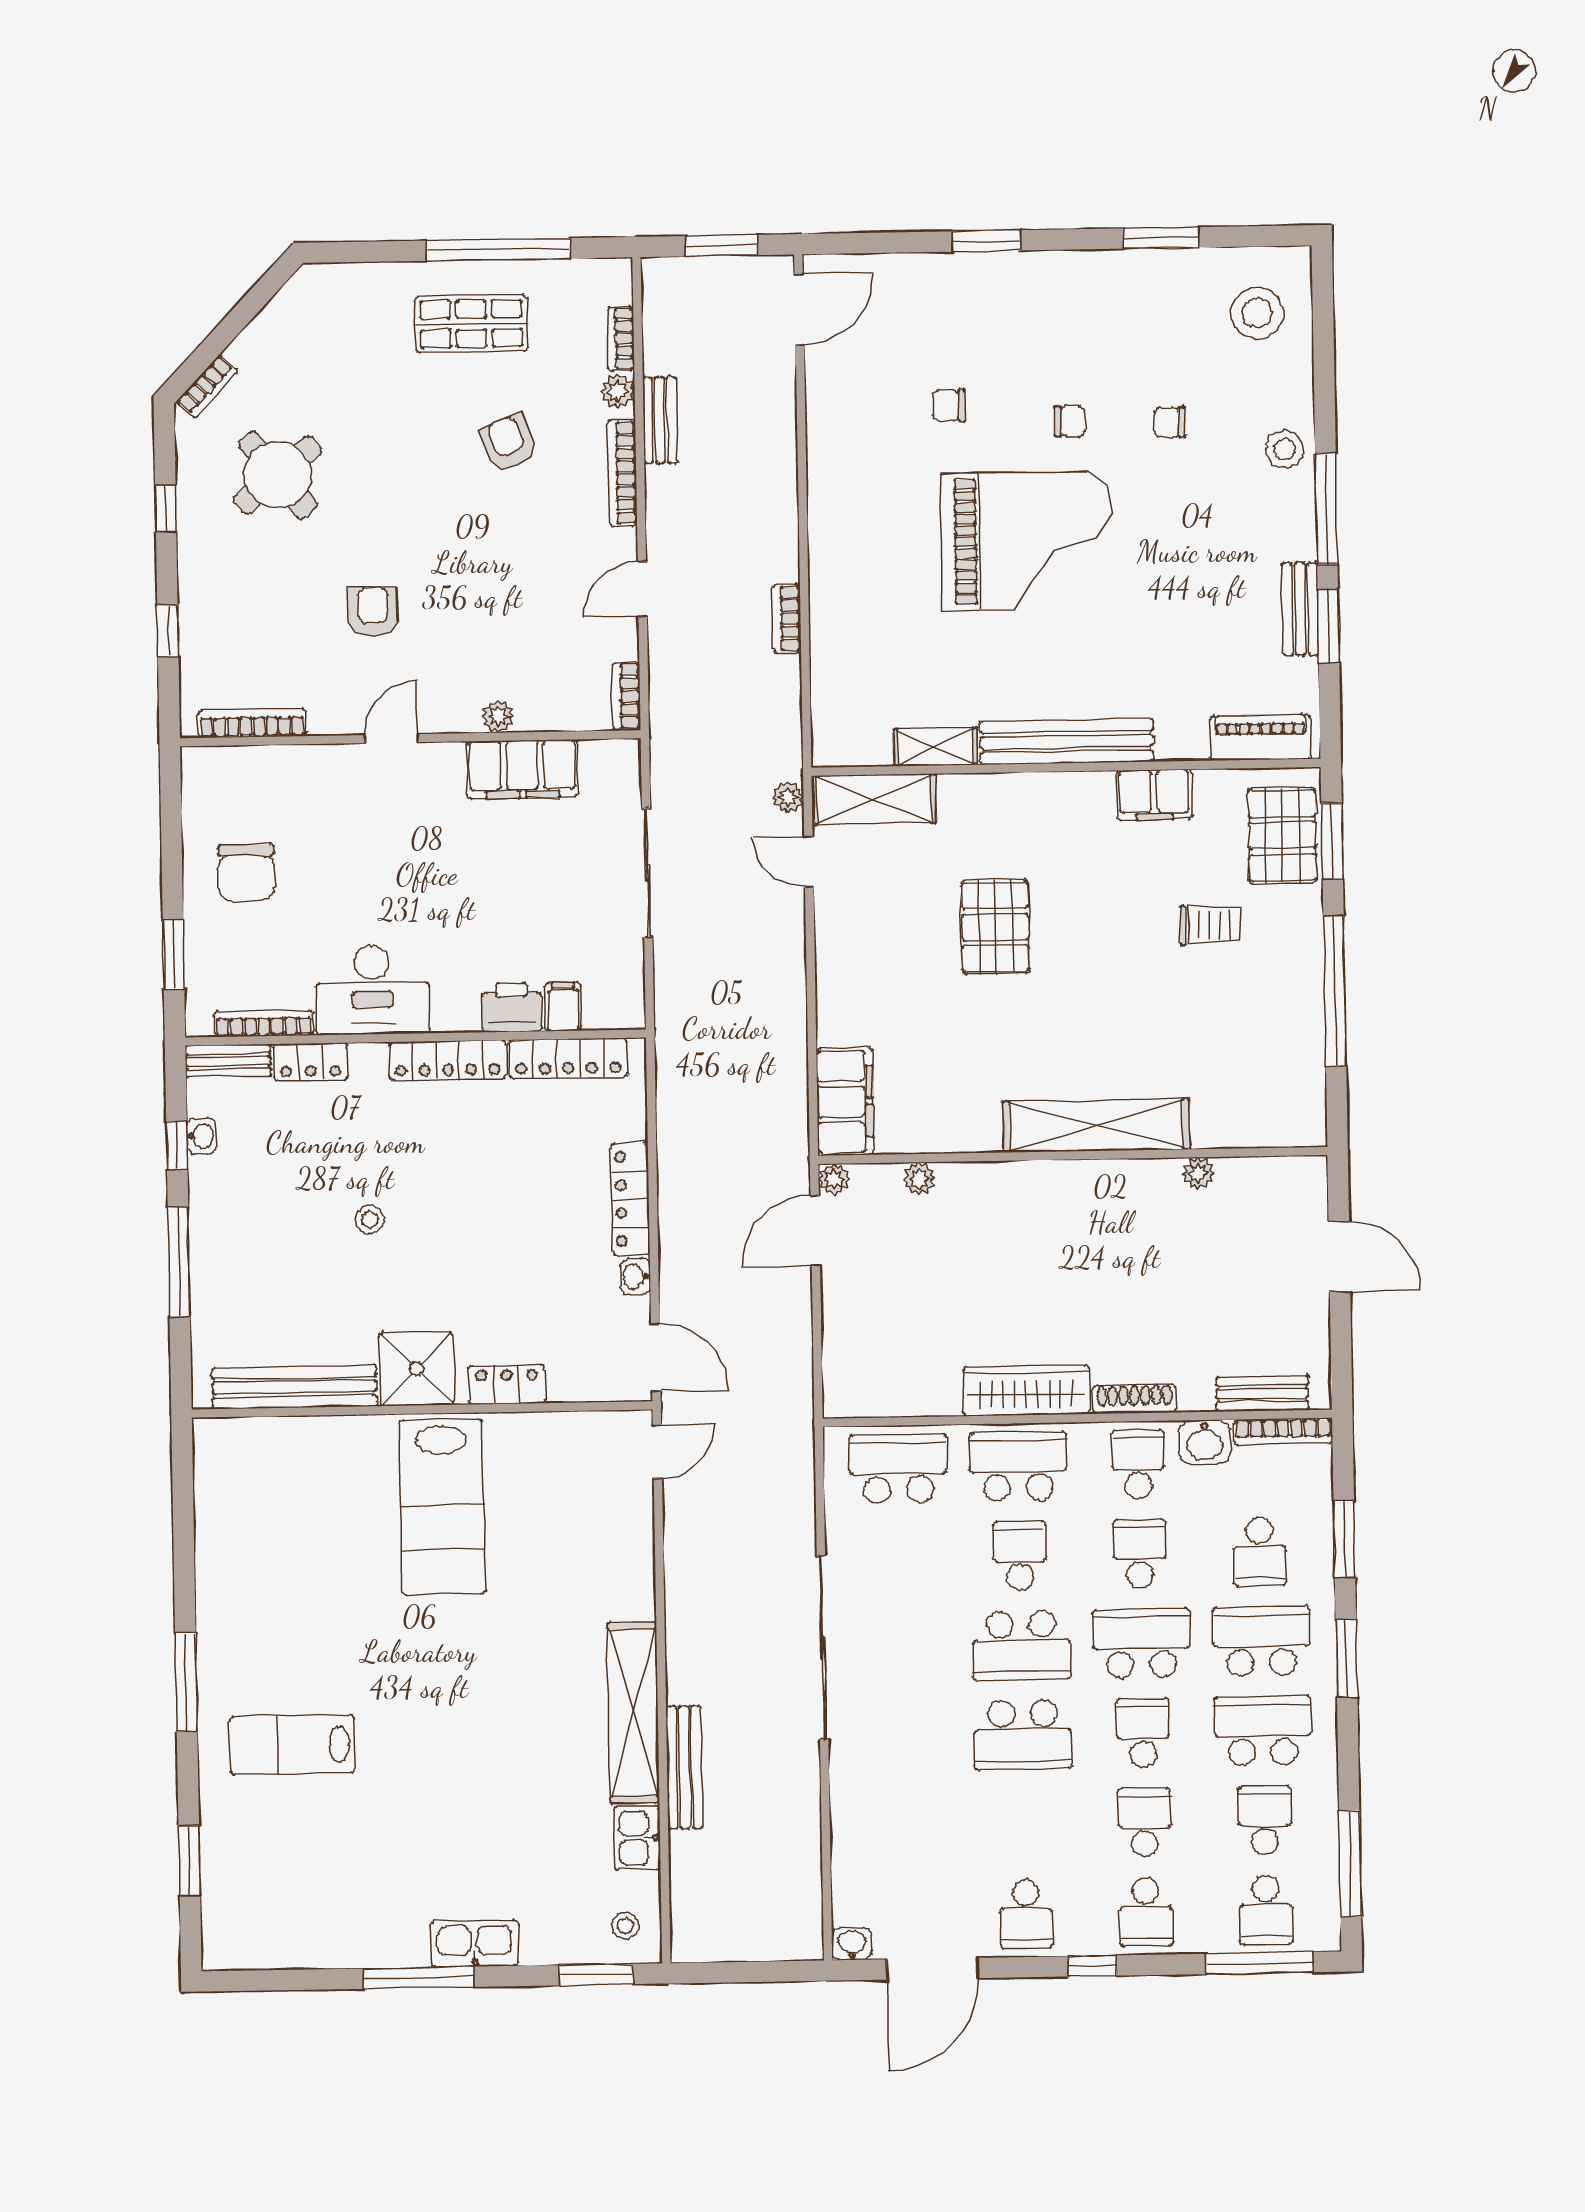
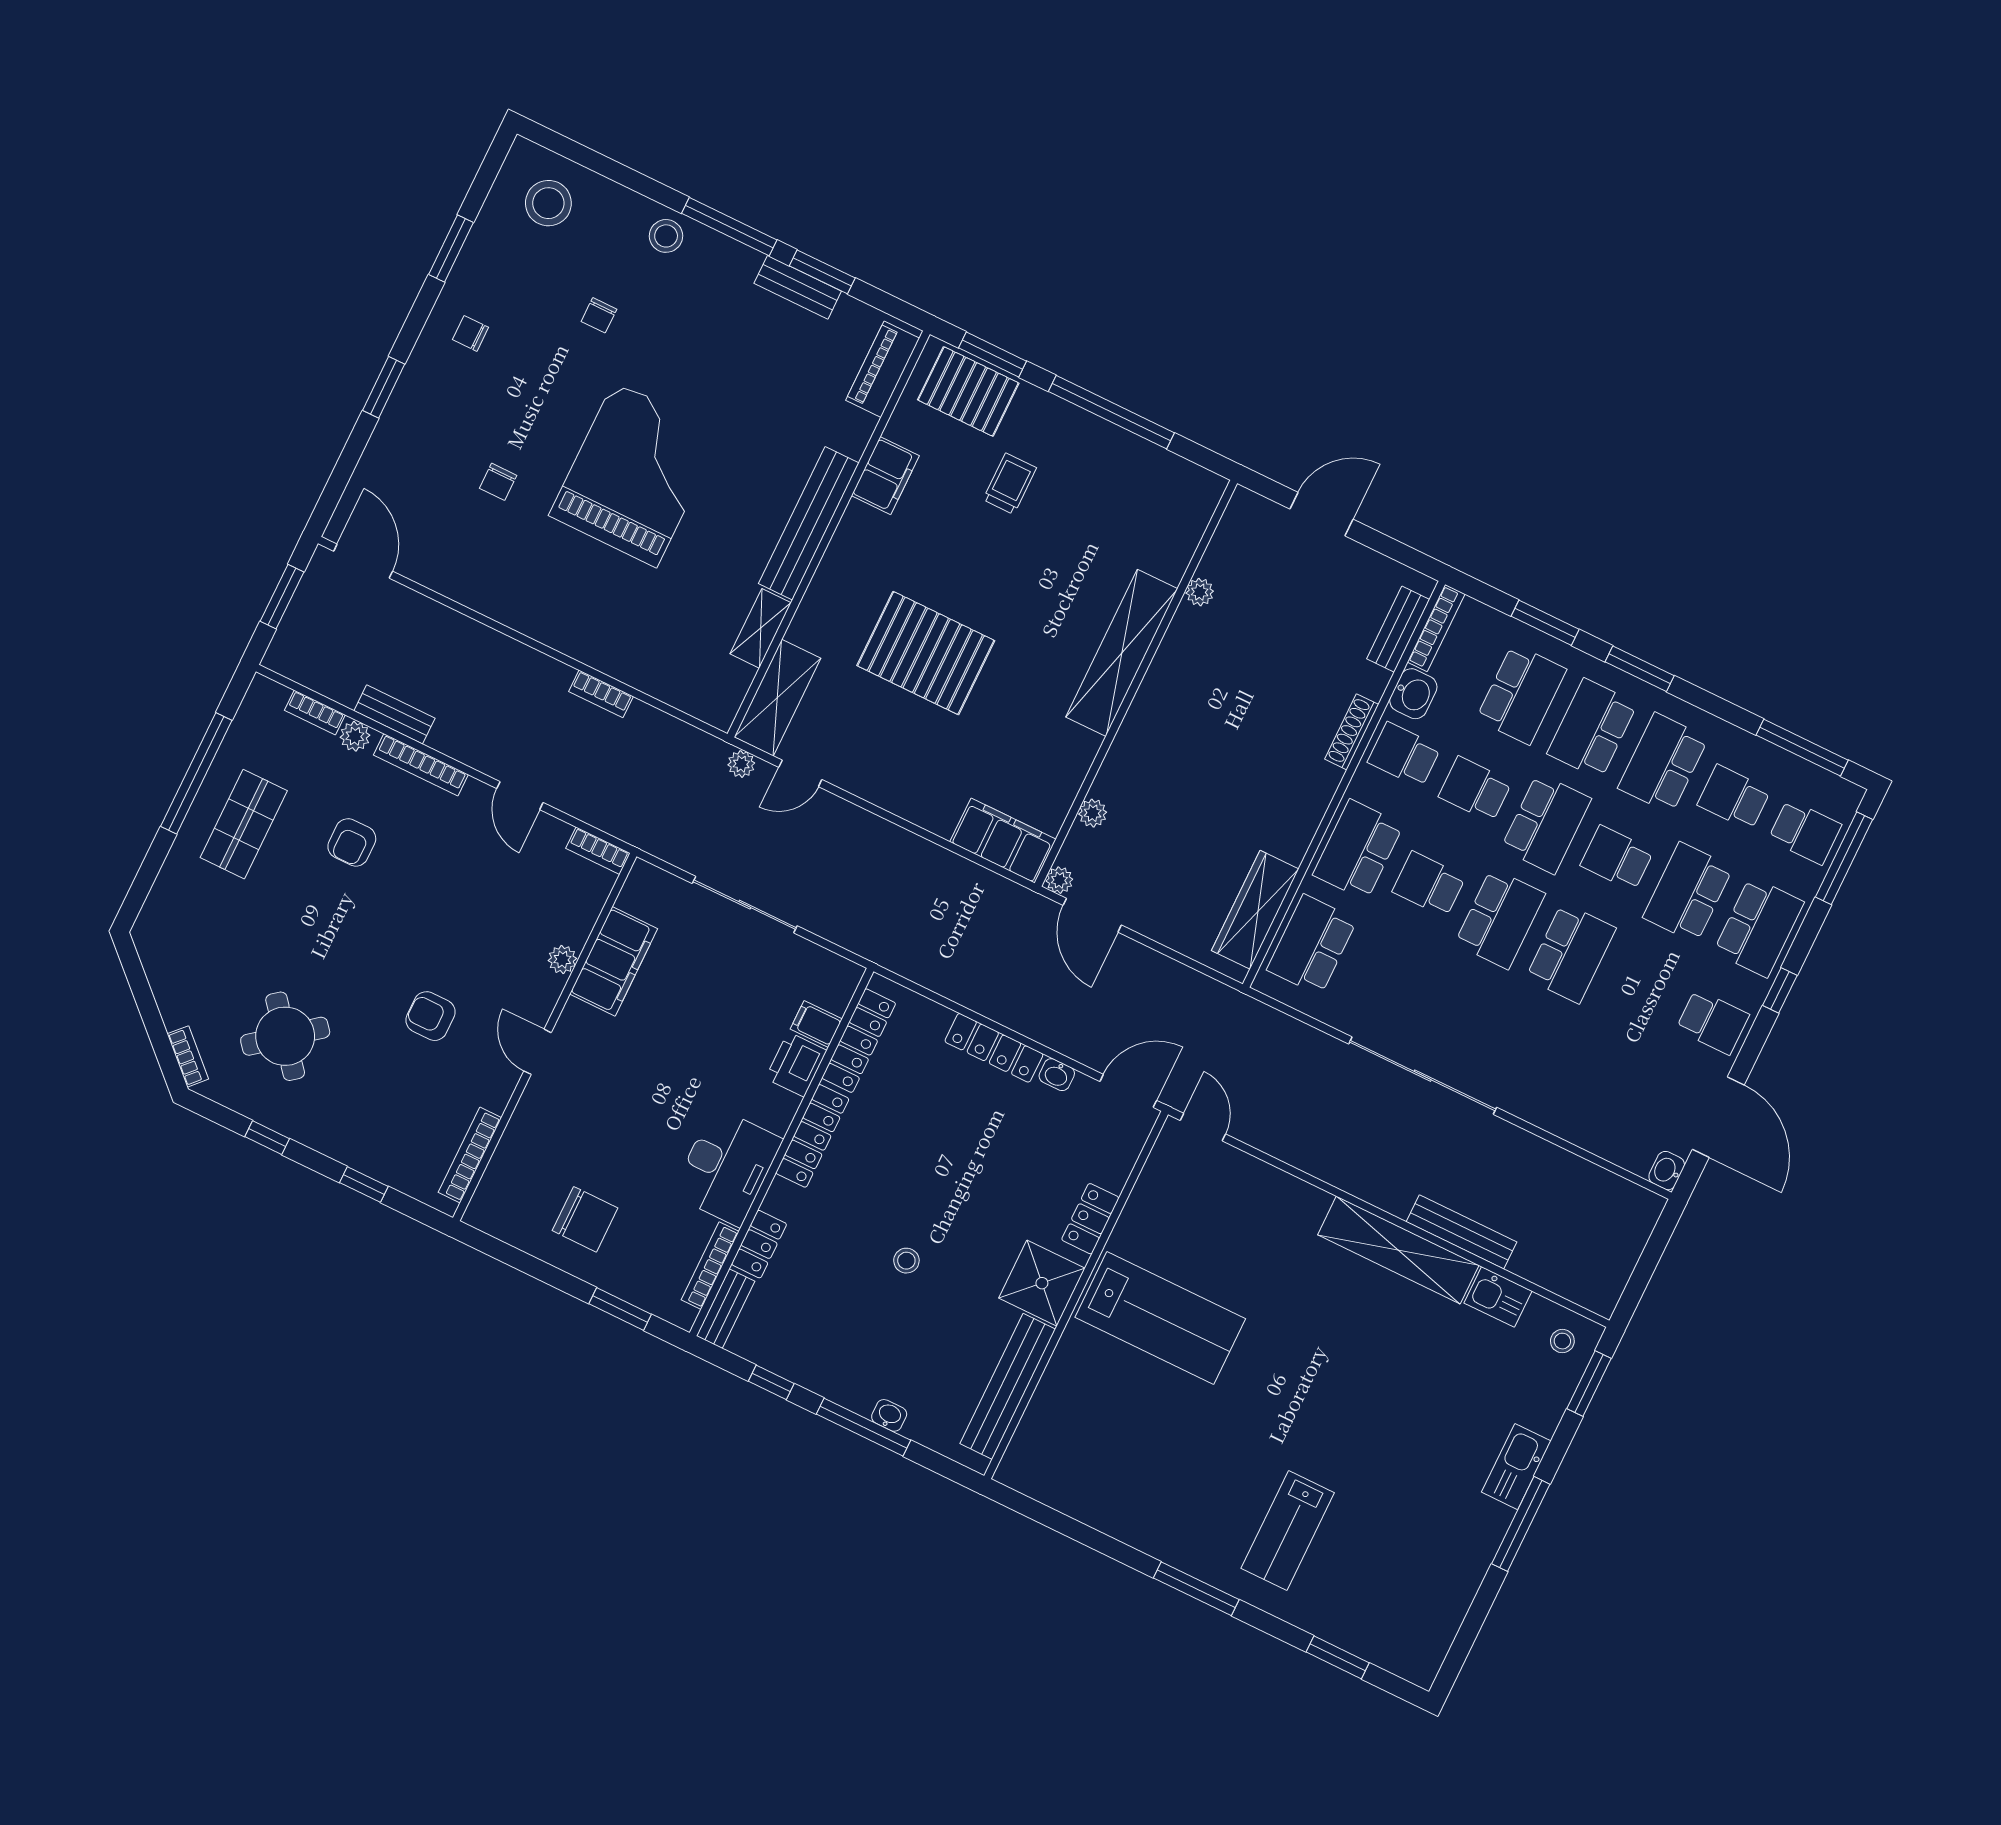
chair: (1070, 421) -> (470, 333), moved, turned -90
armchair: (508, 443) -> (352, 842), turned -68
pallet: (995, 927) -> (926, 653), width x1.37, depth x1.41
washbasin: (201, 1136) -> (889, 1415), moved
wardrobe: (1026, 1391) -> (1255, 910), moved
school desk: (1260, 1552) -> (1521, 694), width x1.85
school desk: (1141, 1643) -> (1546, 824), turned 180
school desk: (1144, 1822) -> (1688, 893), width x1.85
school desk: (1146, 1912) -> (1759, 927), width x1.85

